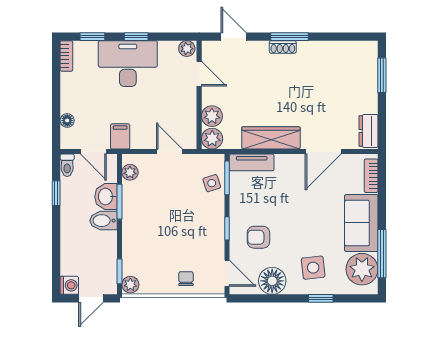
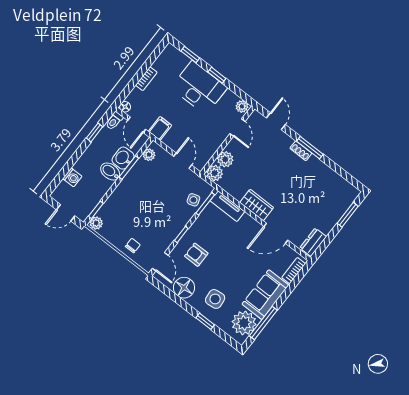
bookcase: (66, 56) -> (146, 79), moved
floor lamp: (67, 120) -> (125, 107), moved
wardrobe: (271, 138) -> (257, 205), width x0.67
washing machine: (69, 285) -> (72, 177), moved

